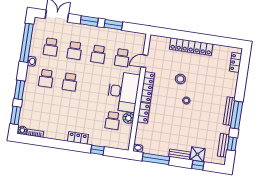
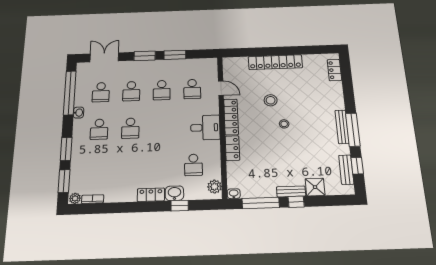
door: (144, 61) -> (221, 88), swing flipped
desk: (123, 92) -> (205, 128), width x0.53, depth x0.77
plant: (128, 118) -> (214, 187), moved
washbasin: (95, 140) -> (174, 193), added
window: (198, 165) -> (296, 202), moved

